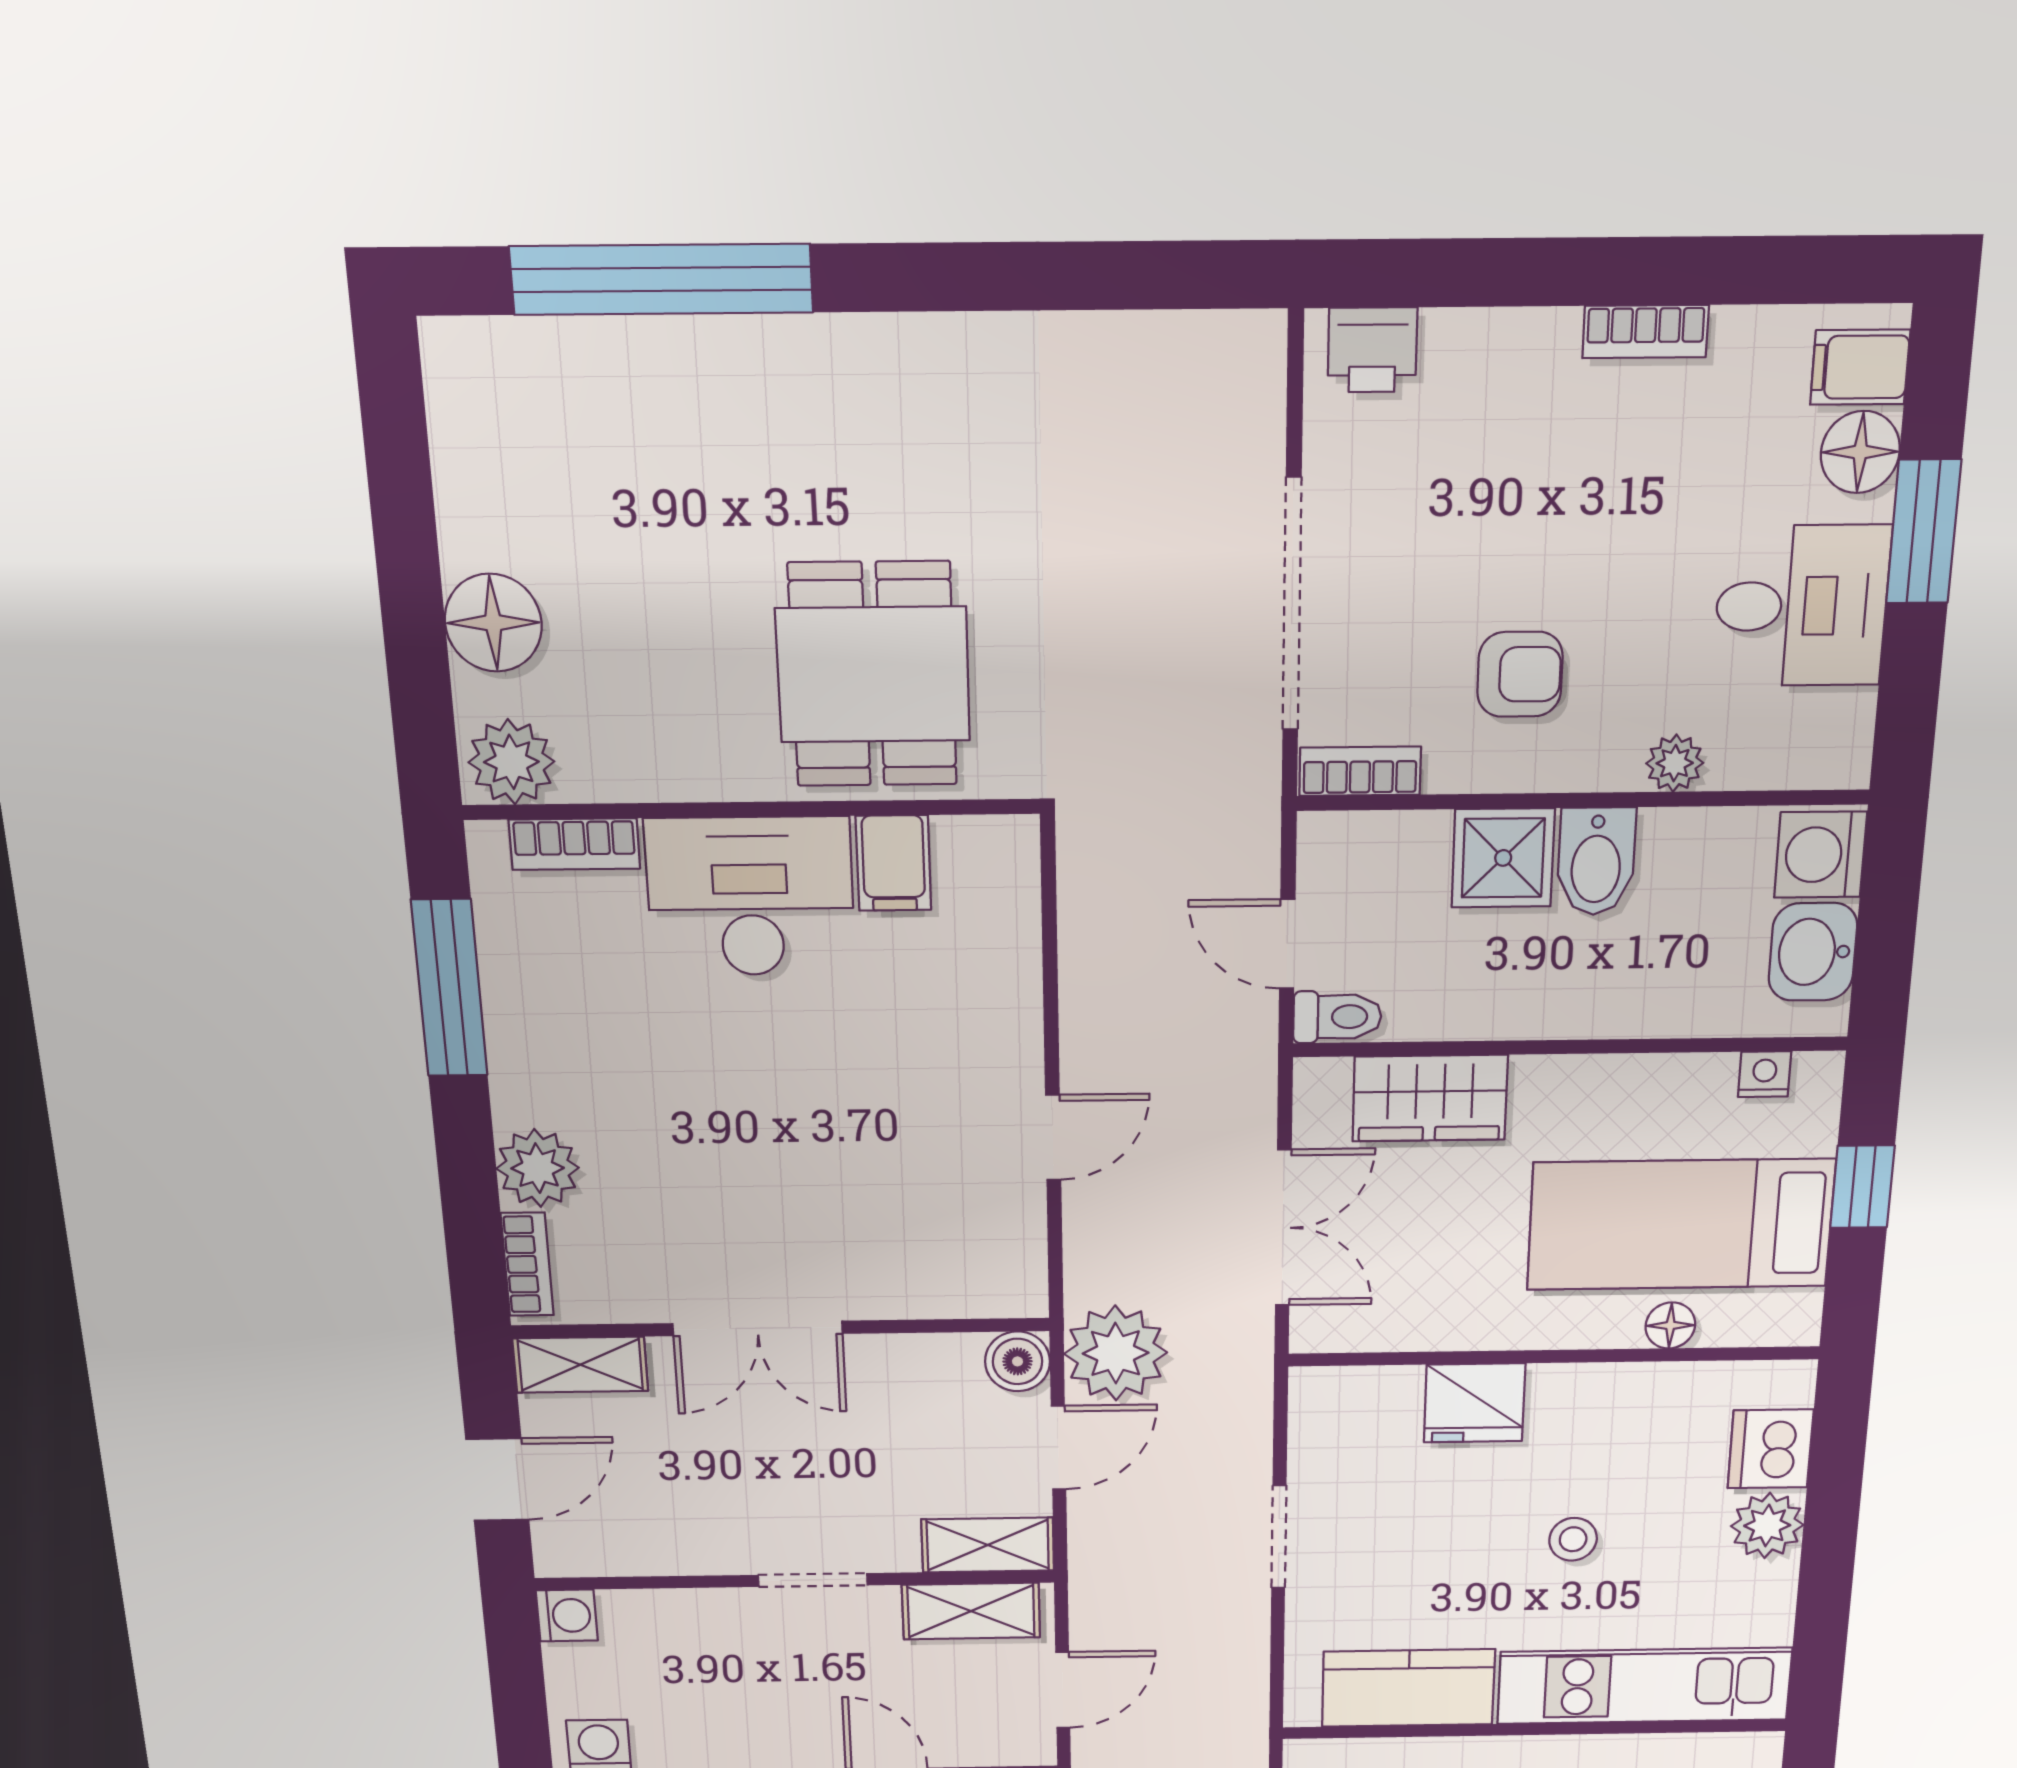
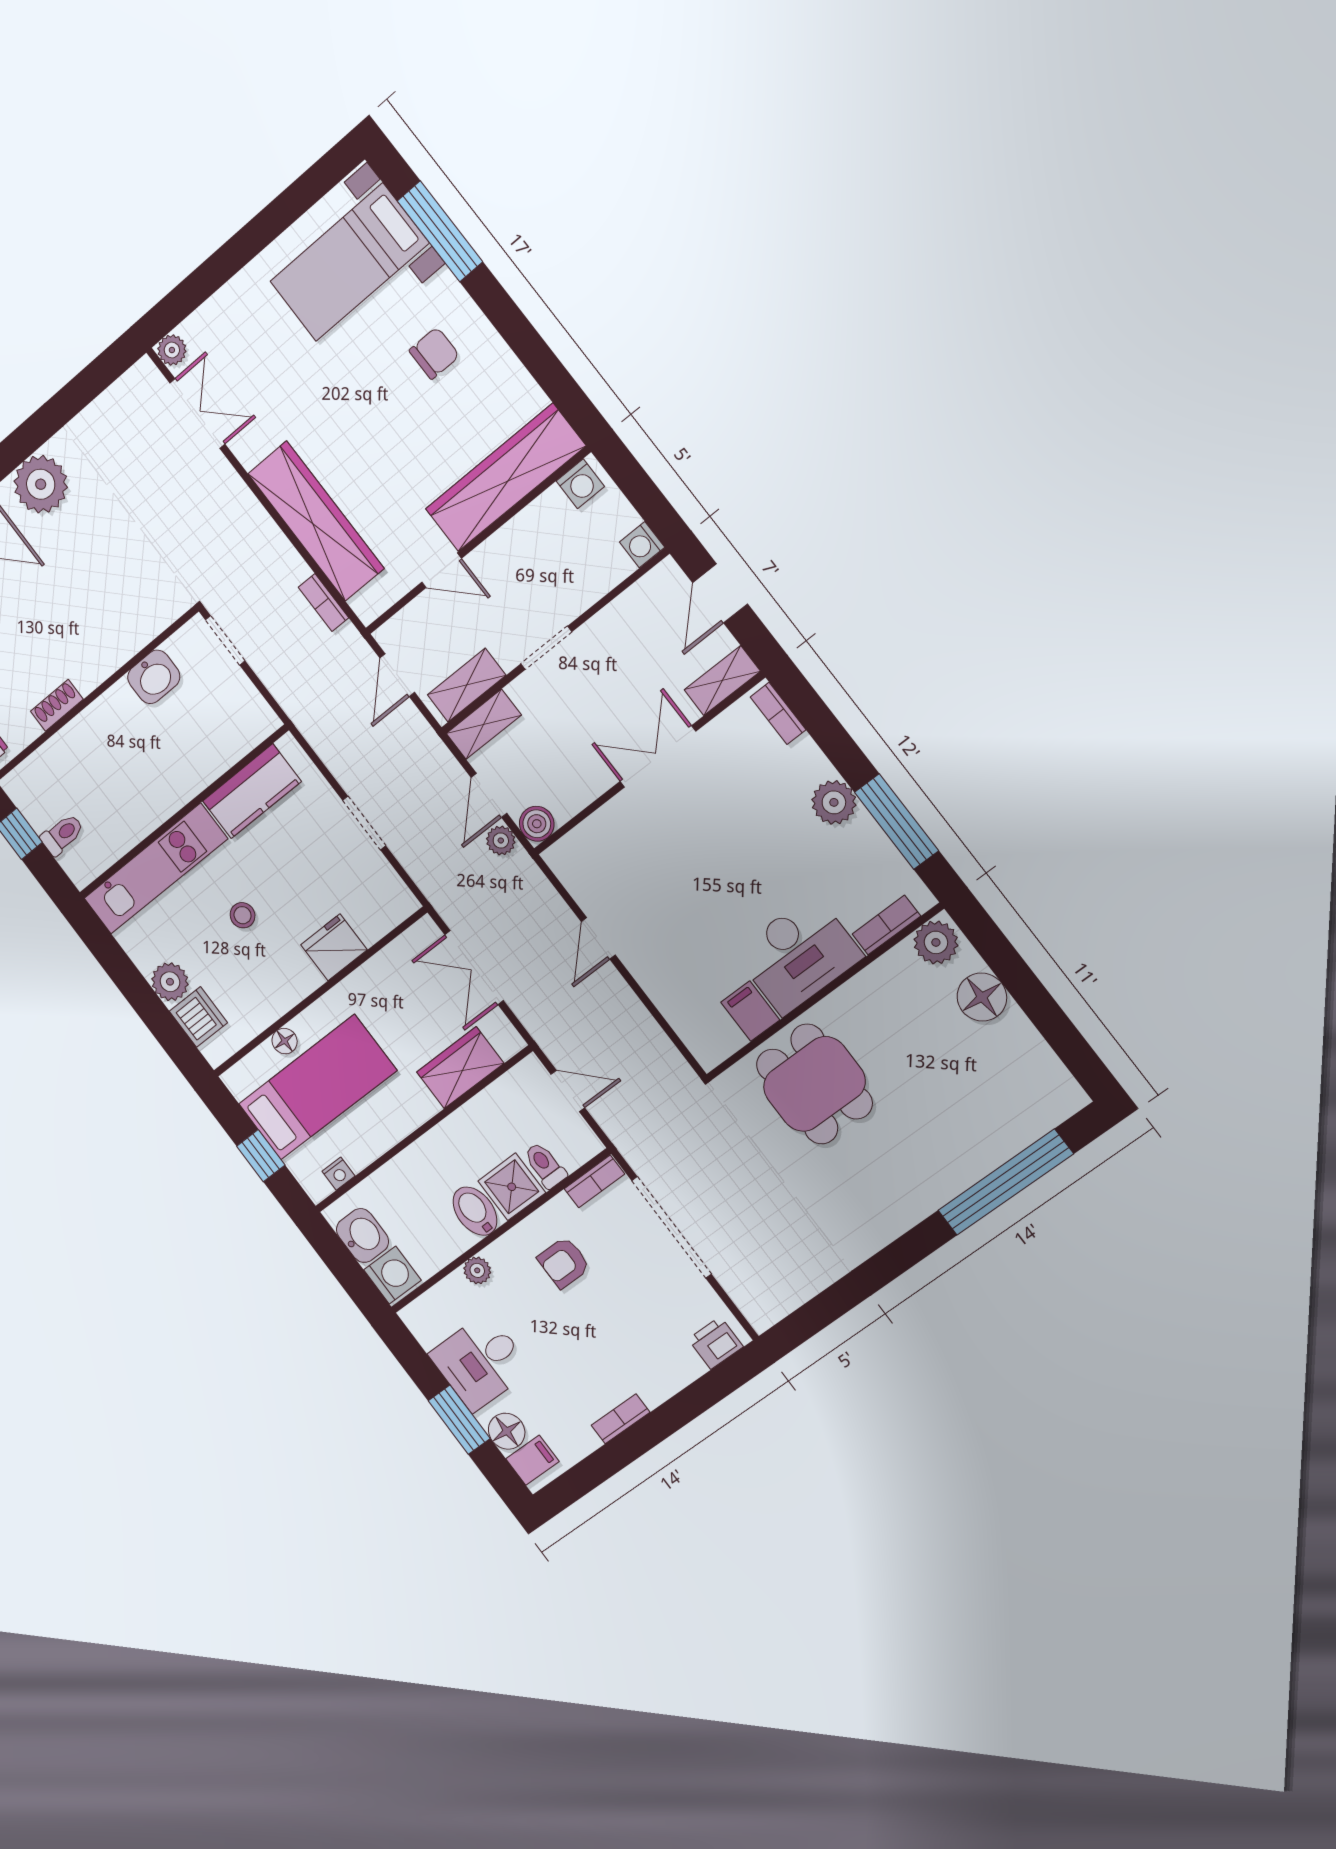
toilet: (1337, 1017) -> (545, 1165), moved, turned 90
plant: (538, 1168) -> (834, 802), moved
plant: (1116, 1353) -> (501, 840), width x0.53, depth x0.53

